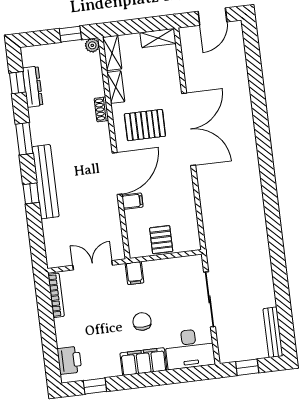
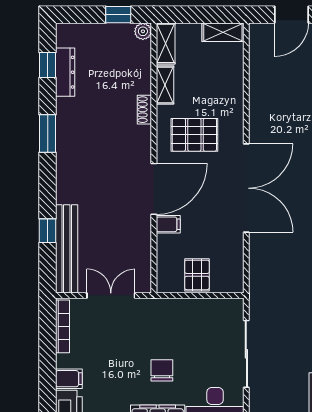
double door: (189, 129) -> (246, 188), moved
bench: (46, 182) -> (67, 249), moved
window: (31, 193) -> (48, 231), moved
filing cabinet: (135, 273) -> (69, 379), moved, turned -90

